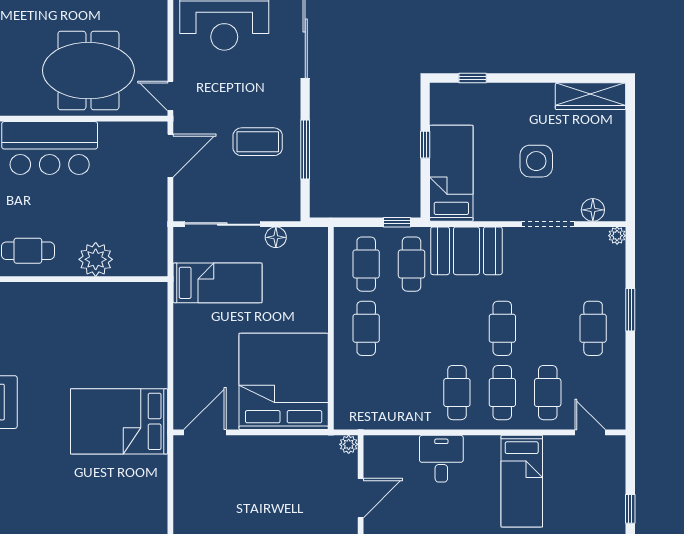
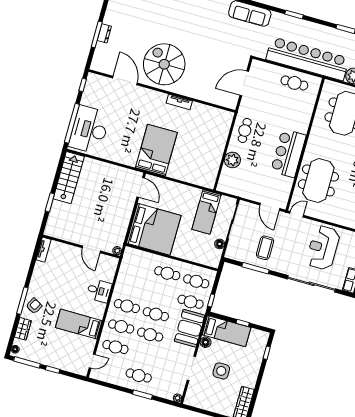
floor lamp: (593, 210) -> (206, 342), moved
cafe table: (457, 328) -> (156, 314), added

